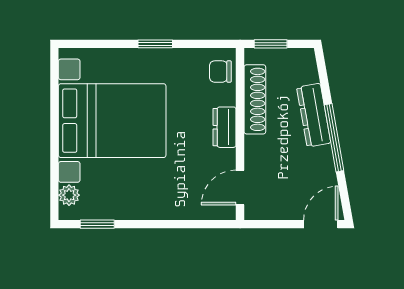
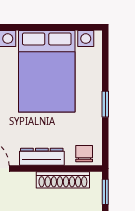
dresser: (225, 127) -> (42, 157), width x1.44

